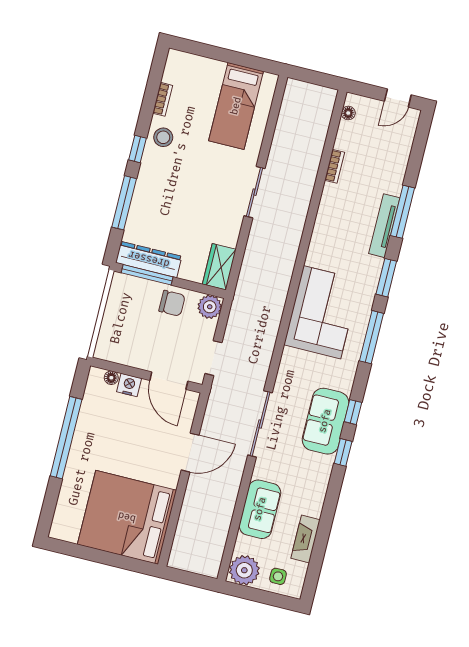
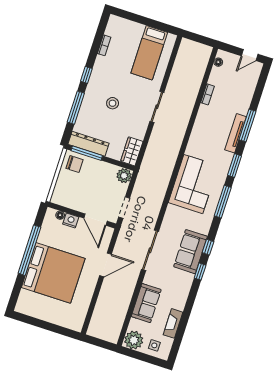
stool: (163, 137) -> (113, 103), moved
chair: (172, 303) -> (75, 164), moved
bed: (127, 517) -> (53, 273), moved, turned 180

